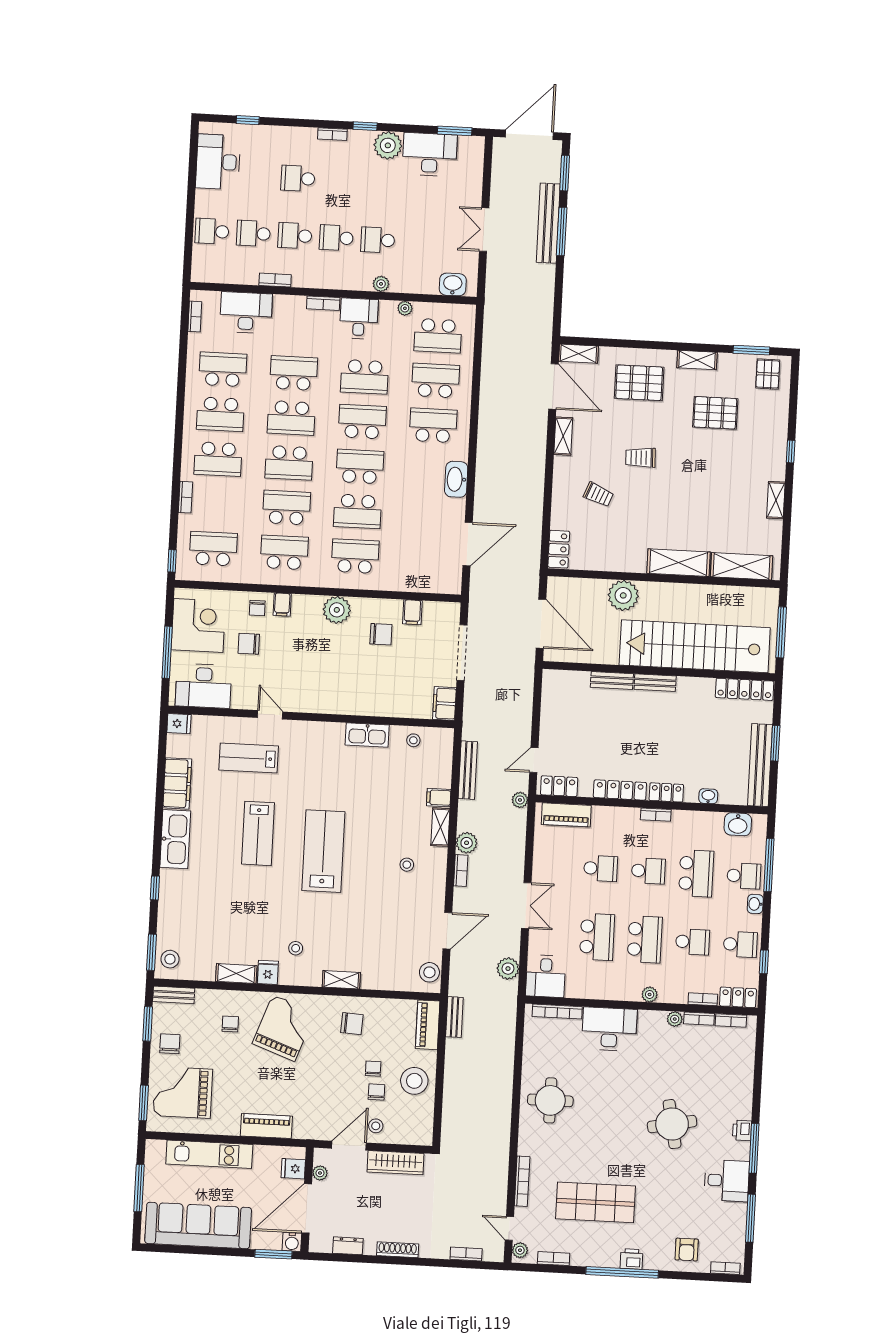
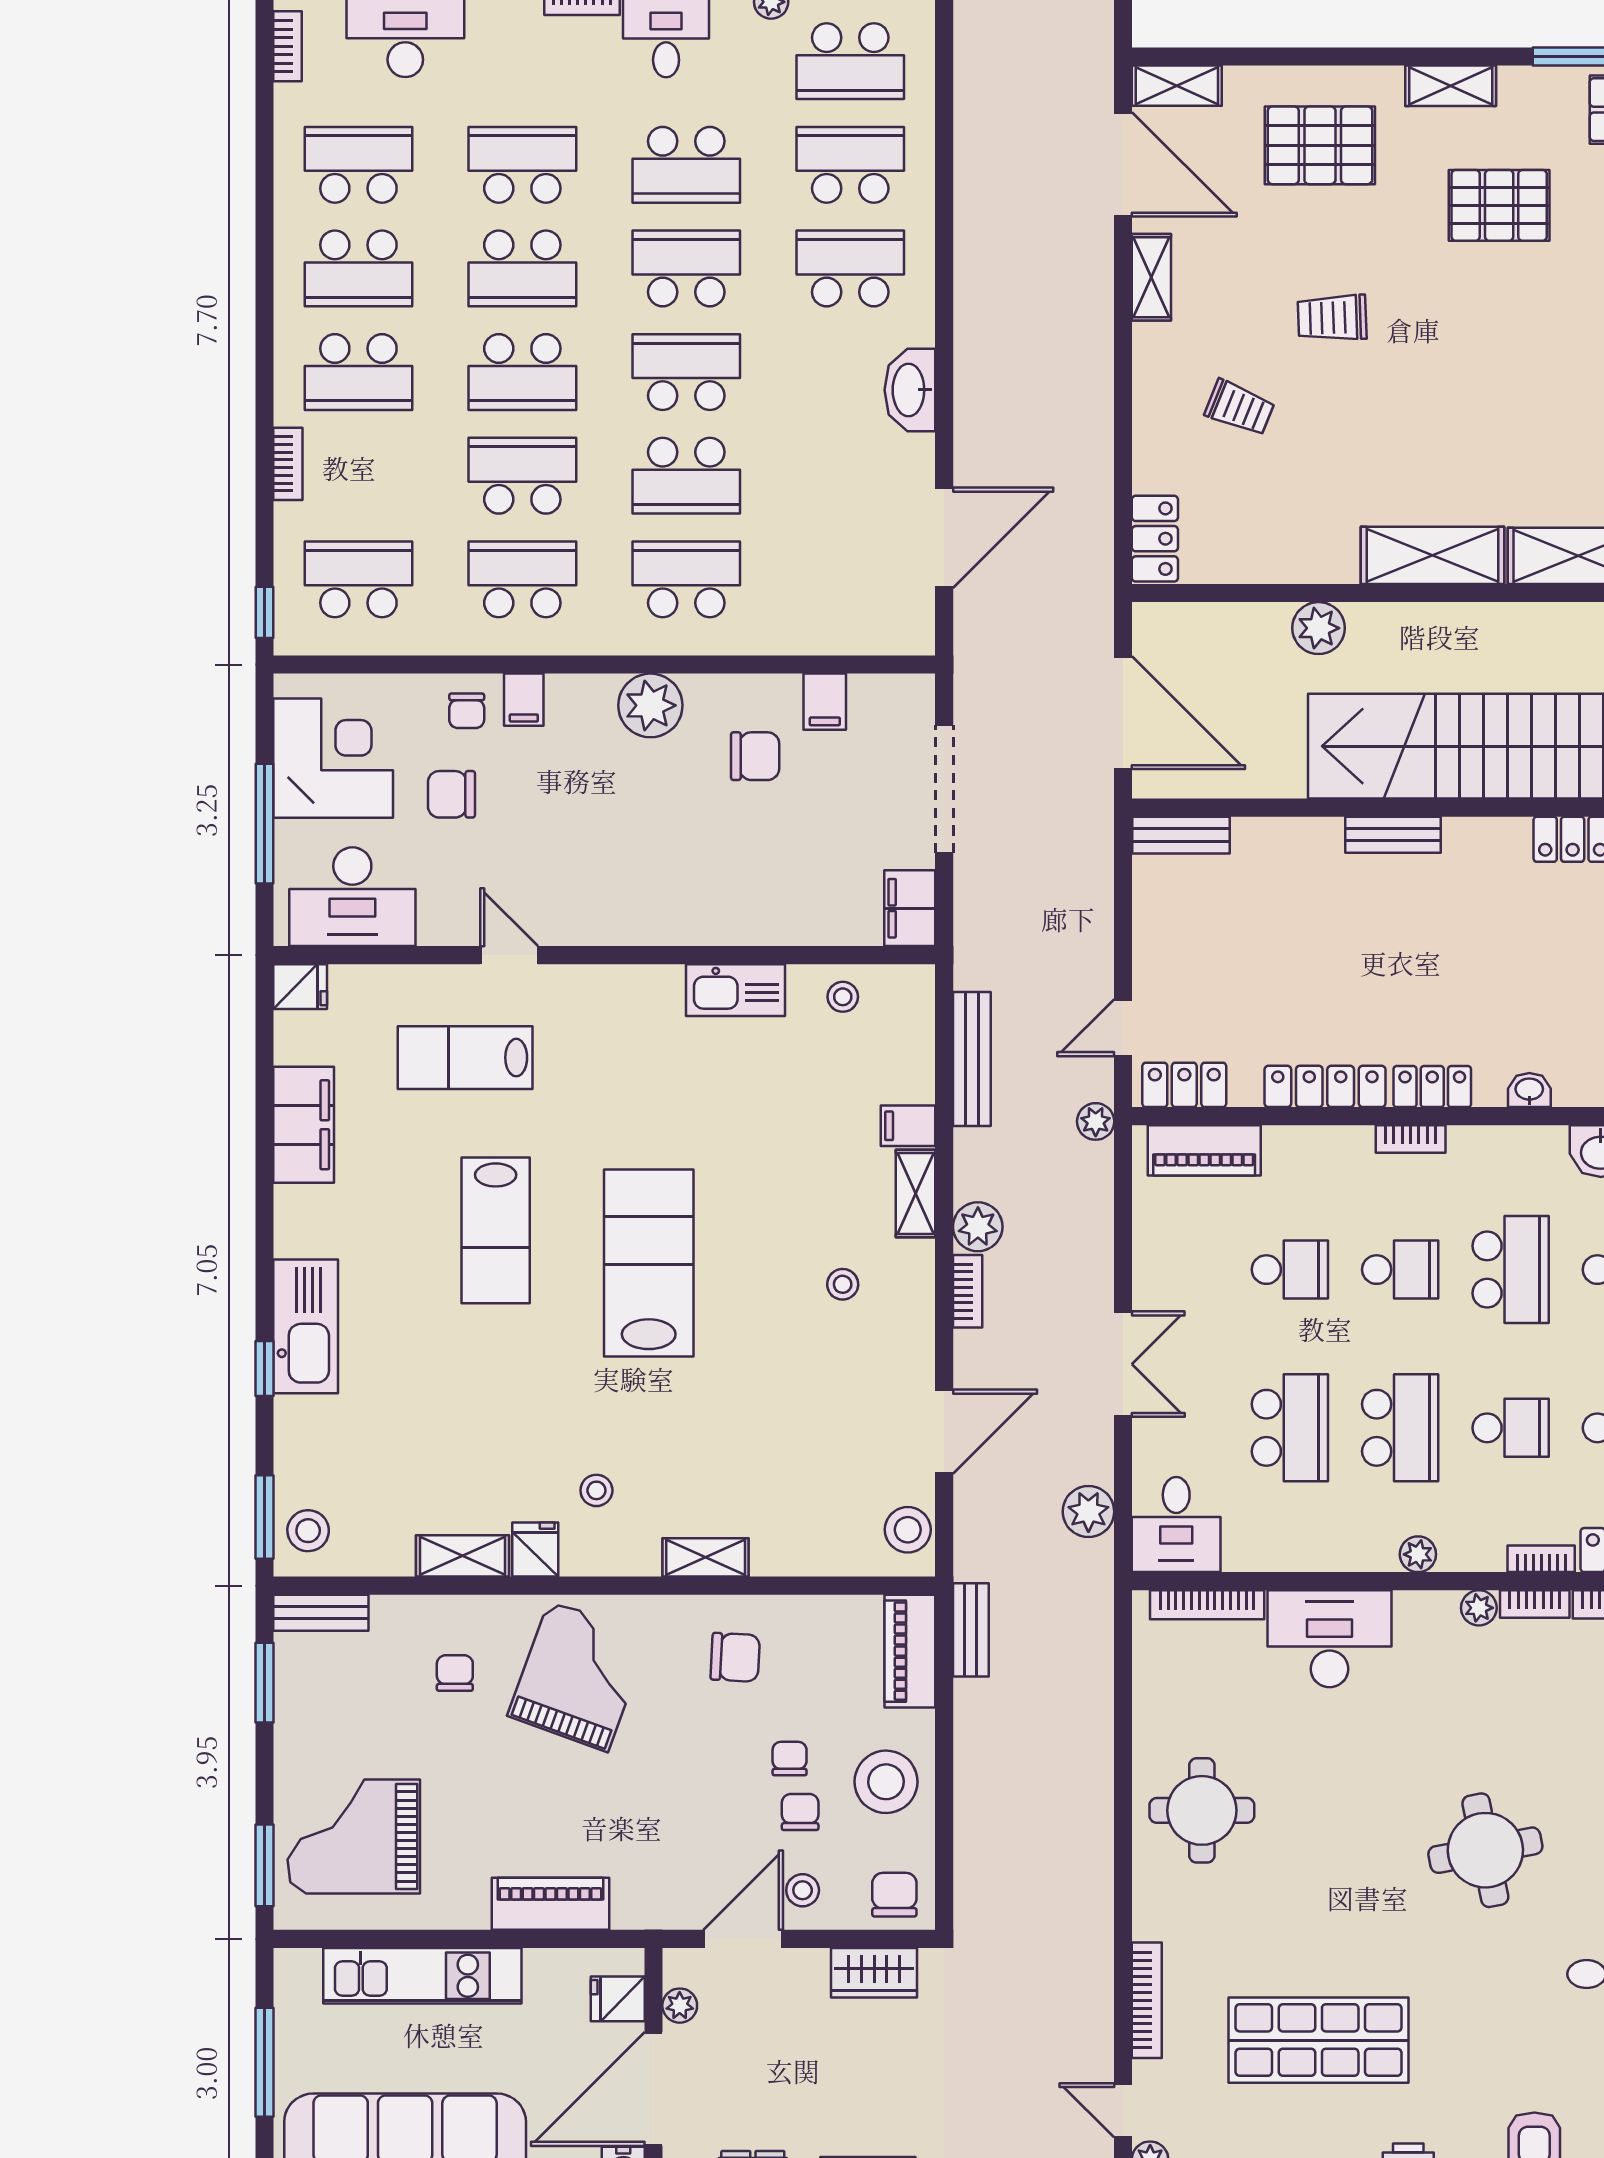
plant: (623, 595) -> (1319, 628), width x0.73, depth x0.73
bench: (612, 681) -> (1181, 835), moved
kitchen sink: (175, 839) -> (306, 1326), moved
chair: (170, 1044) -> (894, 1895), moved
wardrobe: (395, 1163) -> (874, 1973), width x0.67

